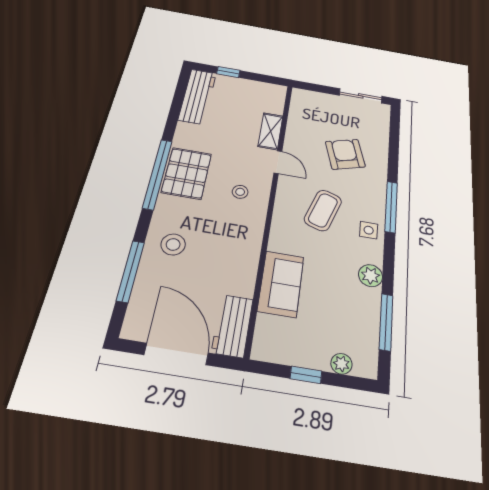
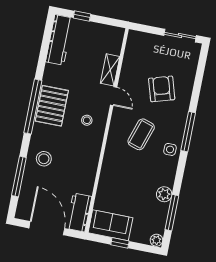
plant: (371, 276) -> (164, 194), moved
sofa: (281, 284) -> (110, 225), moved, turned -90
plant: (341, 364) -> (156, 240), moved

